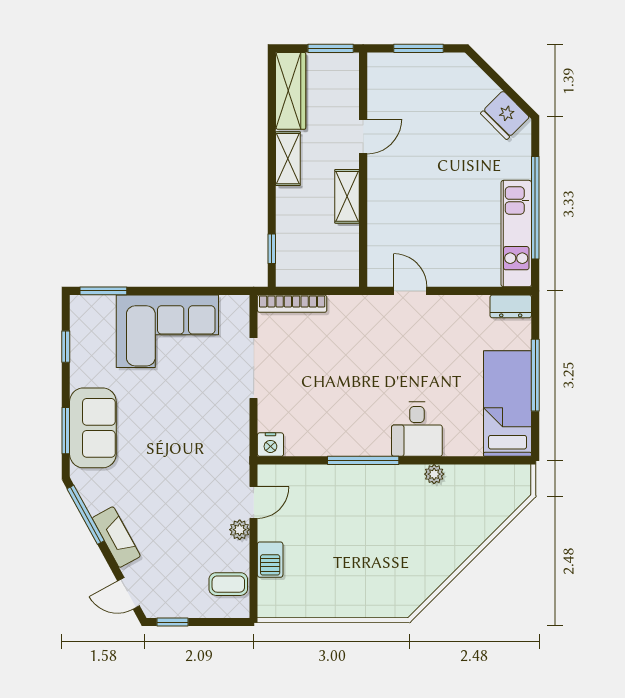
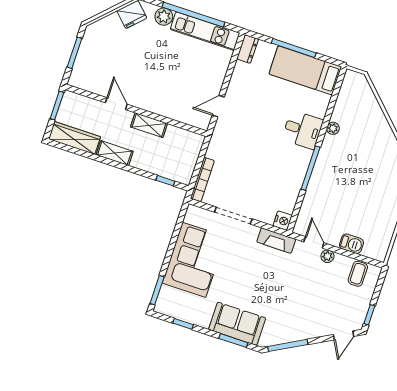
plant: (517, 164) -> (164, 17), added
fireplace: (116, 537) -> (276, 241), moved, turned -151

